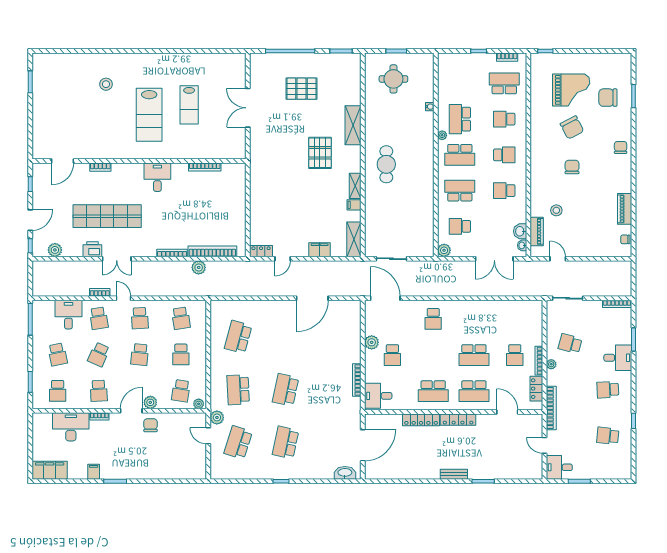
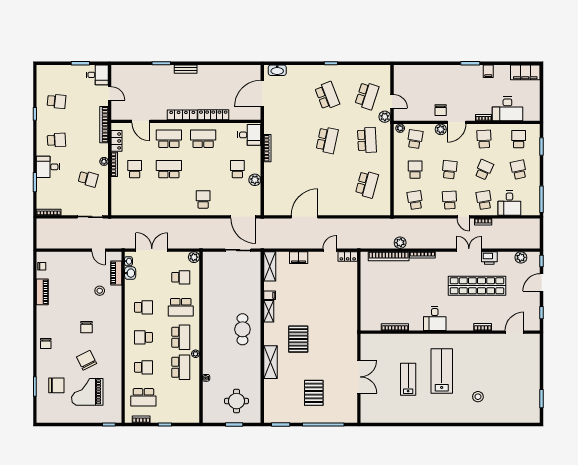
pallet: (301, 89) -> (314, 393), turned 90
school desk: (460, 155) -> (181, 337), turned 90
school desk: (286, 442) -> (327, 96), turned -33

